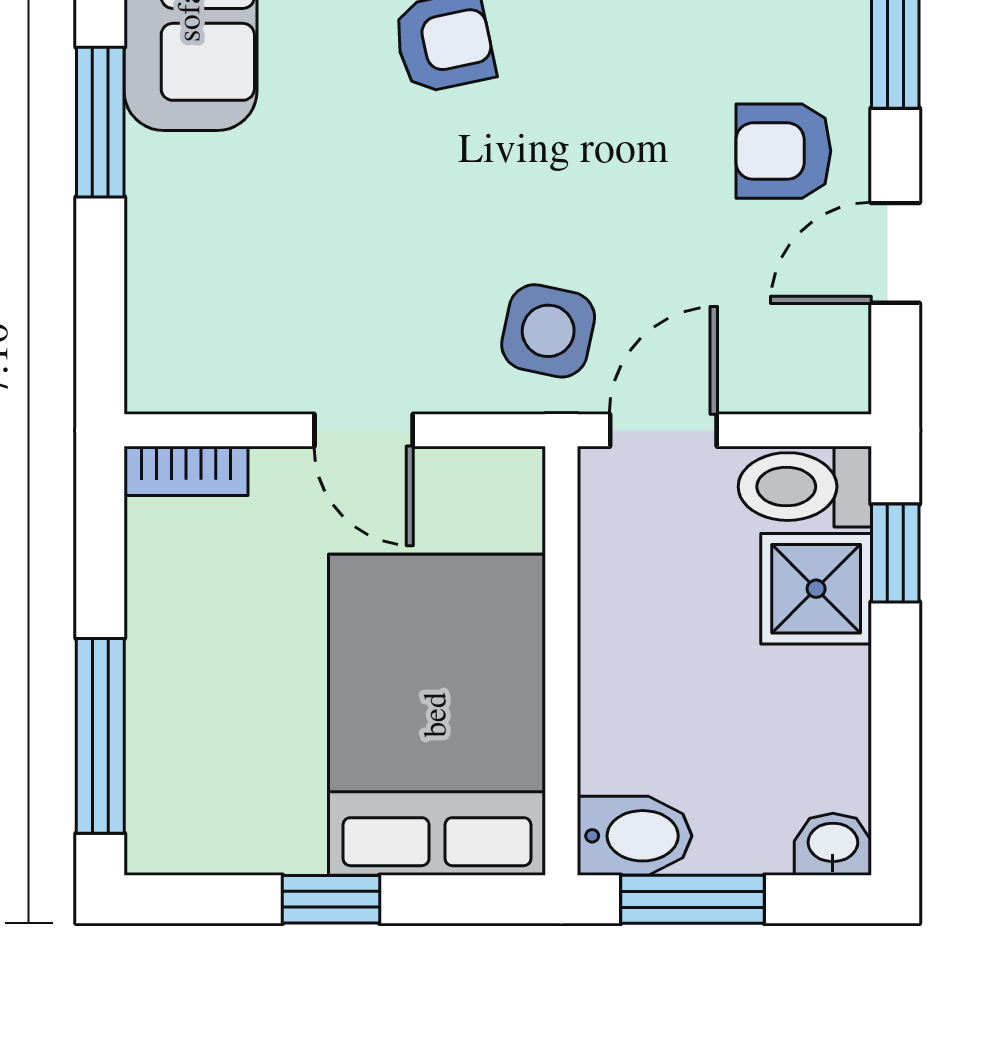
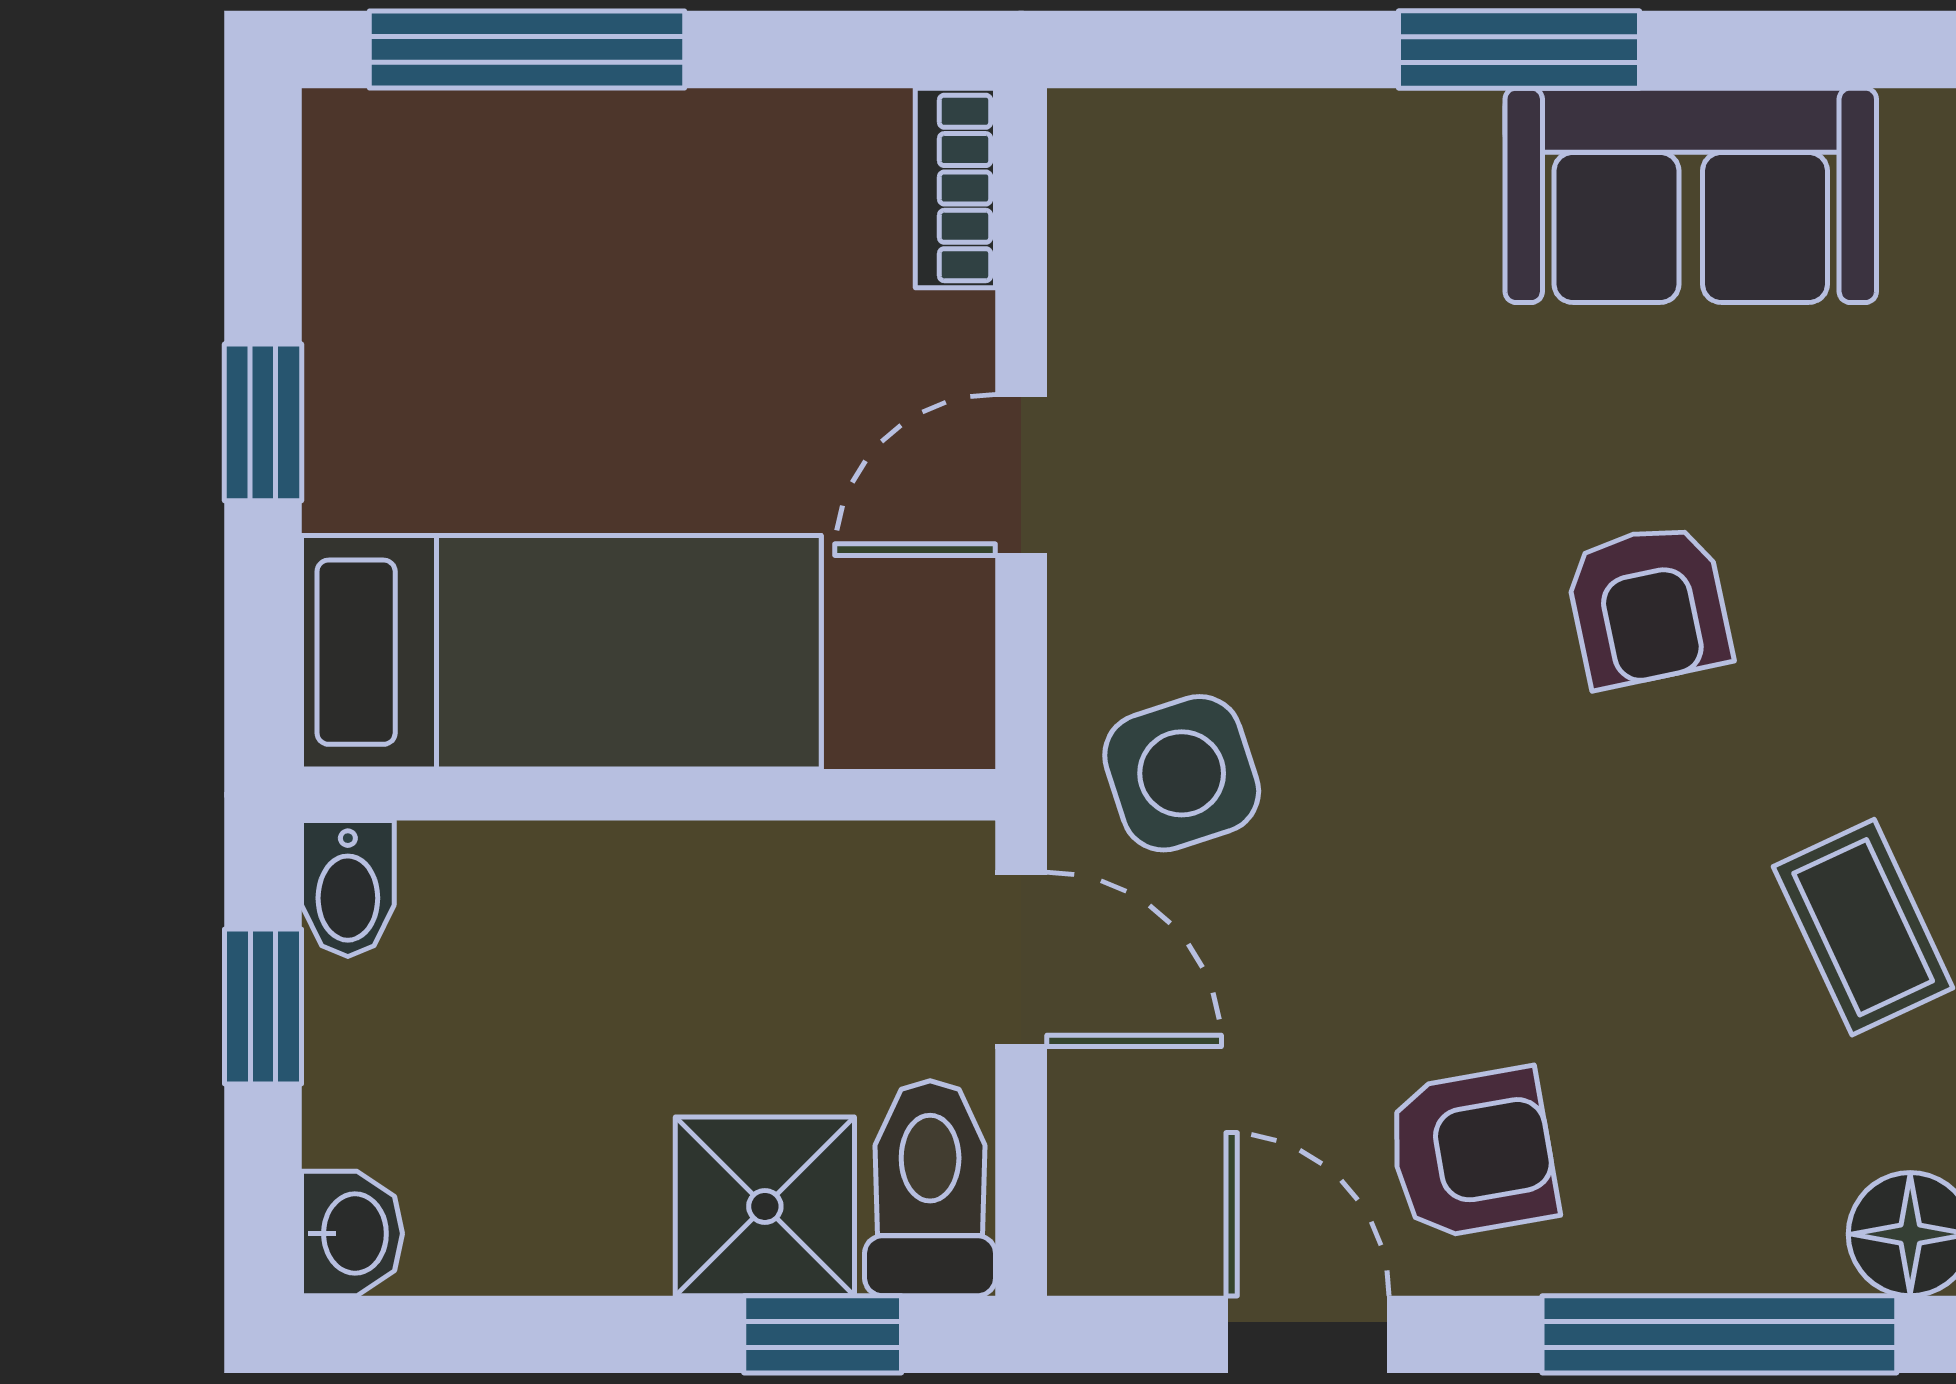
armchair: (783, 151) -> (1472, 1153), turned 80
side table: (548, 331) -> (1182, 773), turned -30
bed: (437, 715) -> (561, 652), width x0.67
bidet: (635, 836) -> (348, 889), width x0.72, depth x0.74
window: (692, 899) -> (263, 1007), width x0.67

